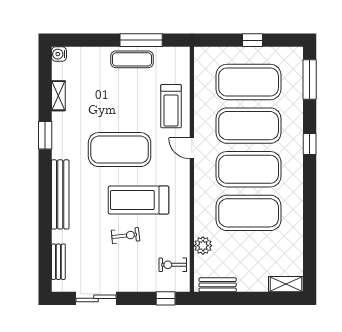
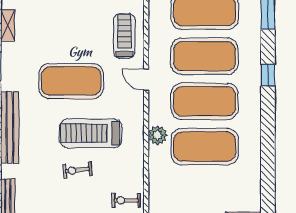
treadmill: (171, 106) -> (124, 36), turned 180
exercise bike: (126, 236) -> (77, 170), turned 180
plant: (203, 246) -> (157, 135), moved

